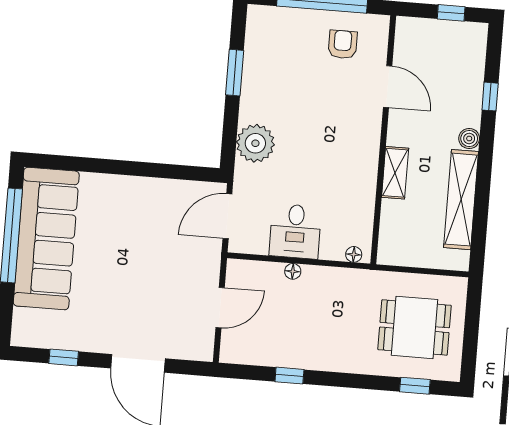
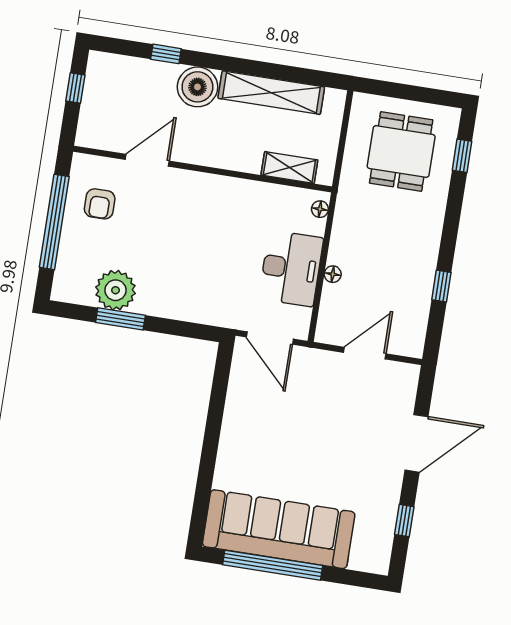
armchair: (343, 44) -> (100, 204), turned -90
boiler: (469, 138) -> (197, 87), width x1.86, depth x1.86
plant: (255, 143) -> (115, 290), moved
shelving: (395, 173) -> (289, 168), moved
desk: (295, 231) -> (291, 268), width x1.37
door: (220, 308) -> (365, 353), hinge flipped

